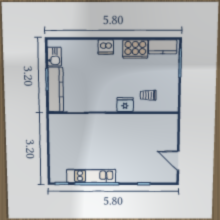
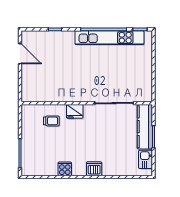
kitchen counter: (163, 47) -> (38, 169), removed
cooker: (135, 49) -> (65, 169), width x0.53, depth x0.76
kitchen unit: (91, 176) -> (109, 38), width x1.36

